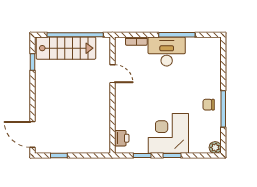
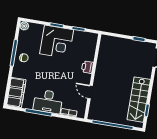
stairs: (66, 48) -> (139, 100), moved, turned -90
filing cabinet: (211, 56) -> (16, 93), added
printer: (122, 138) -> (87, 67), moved

